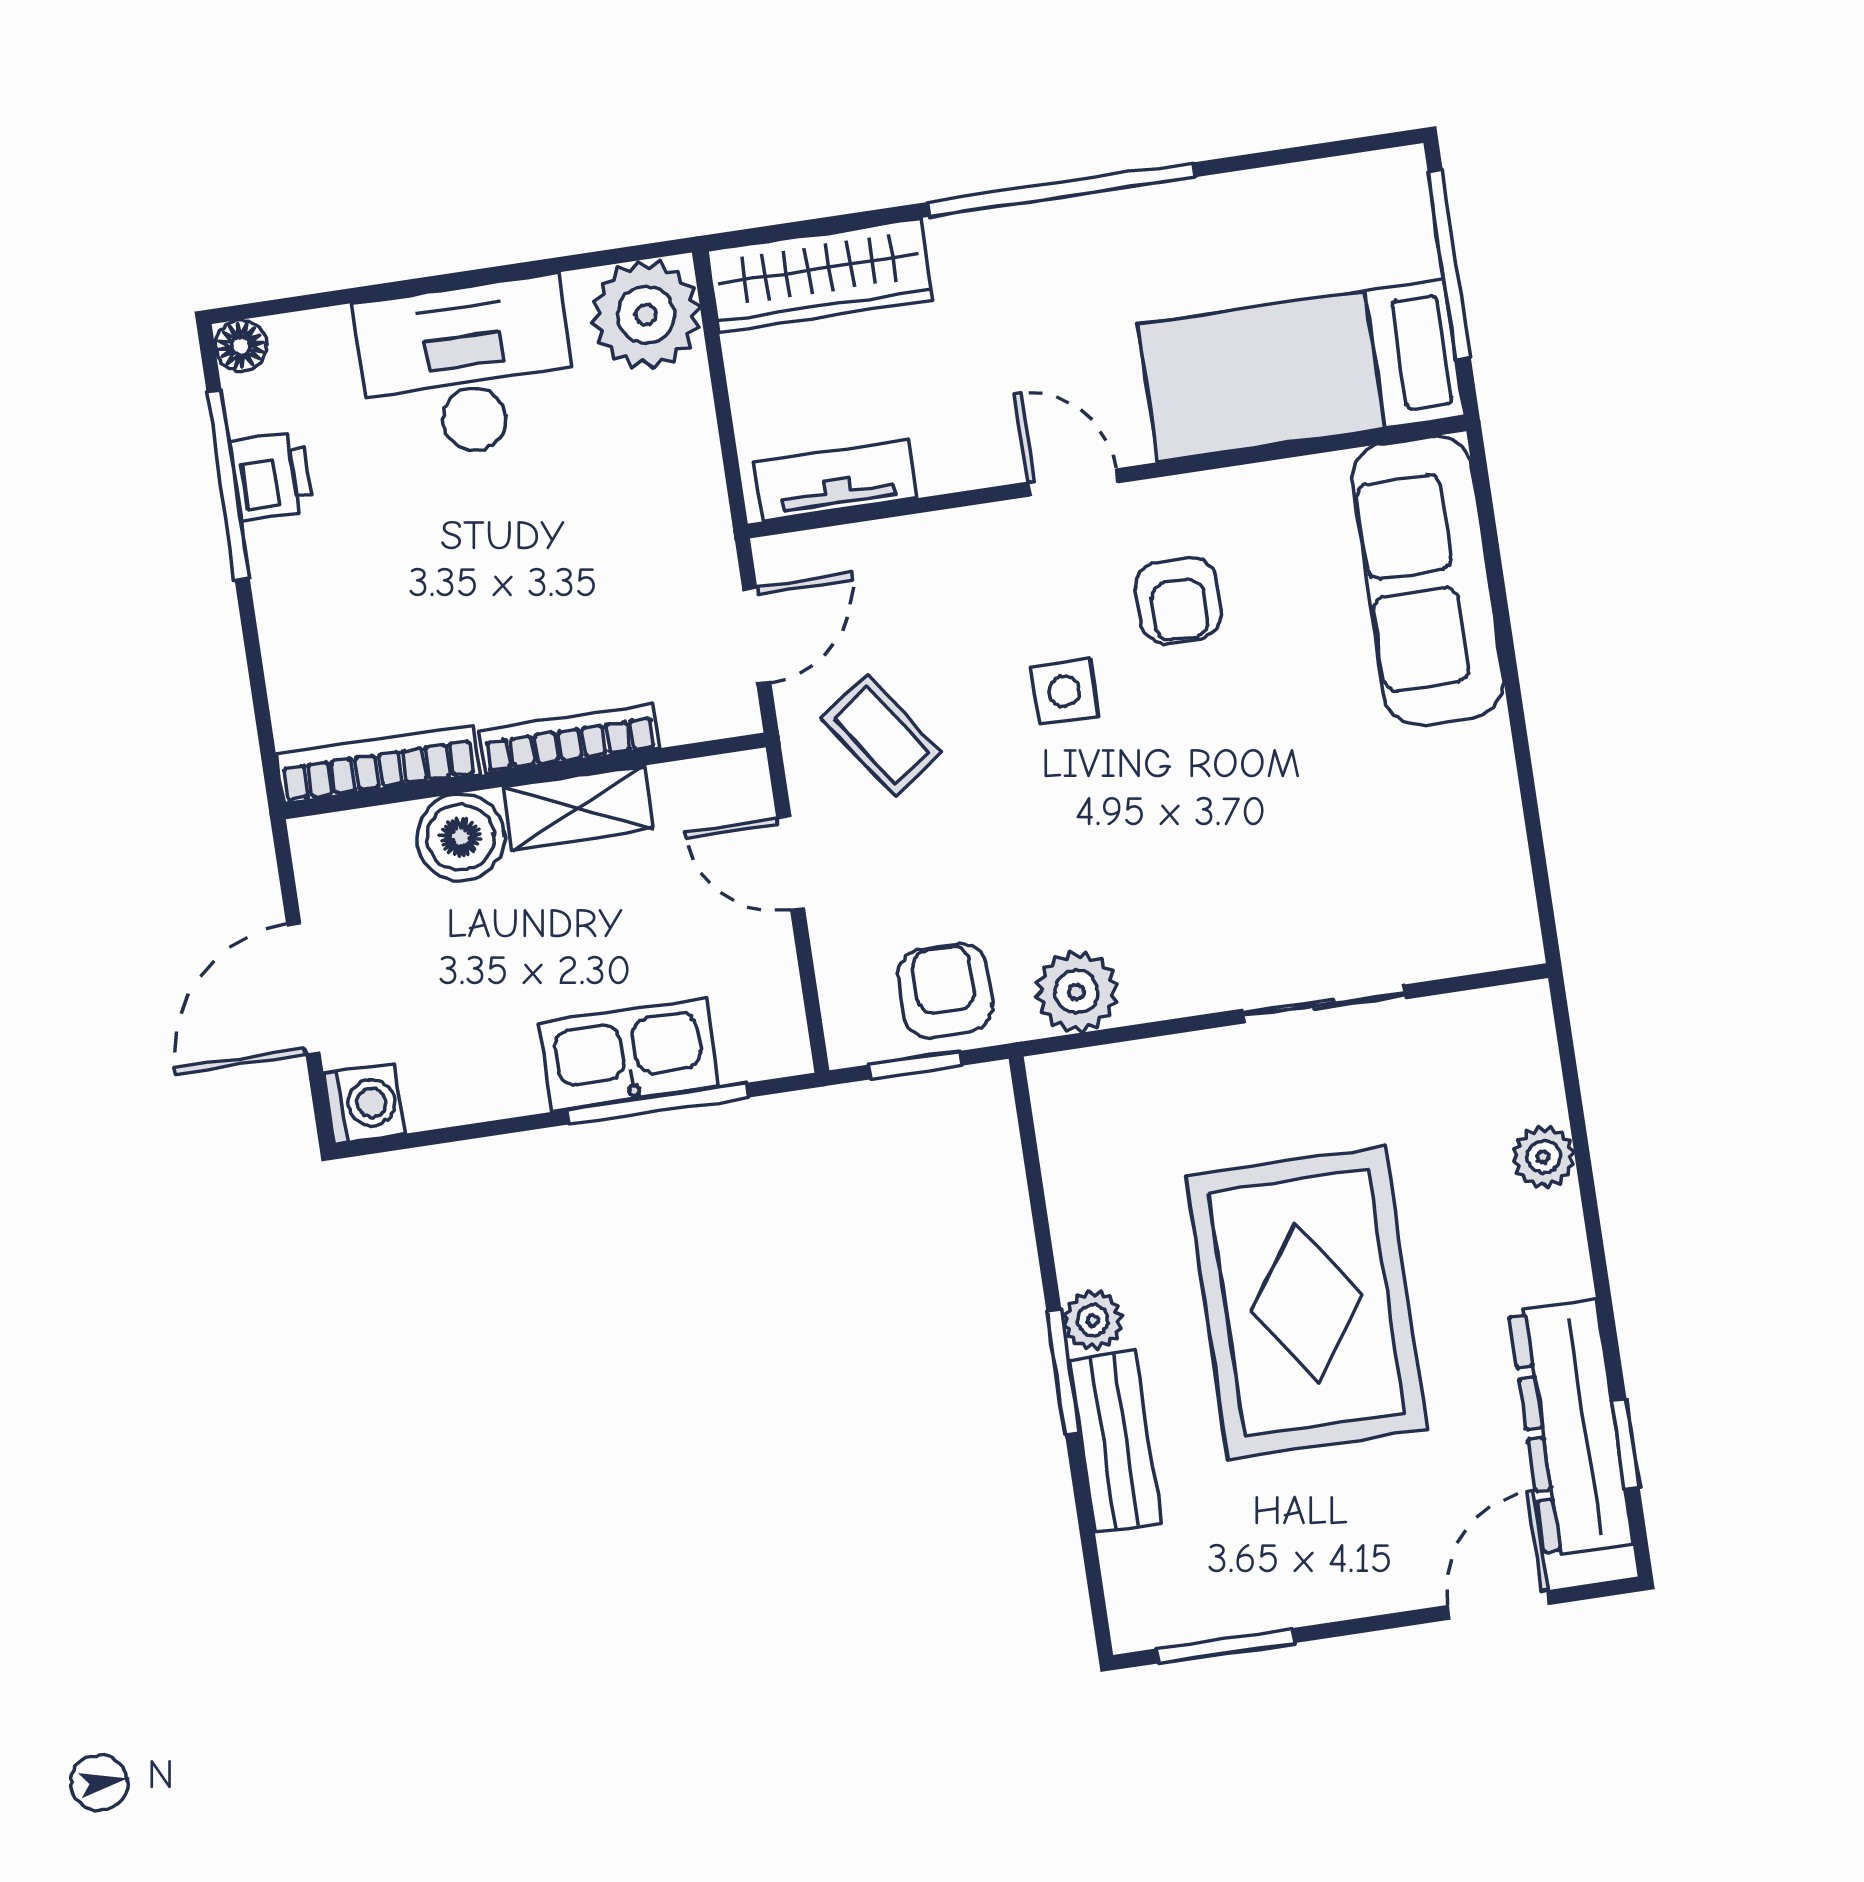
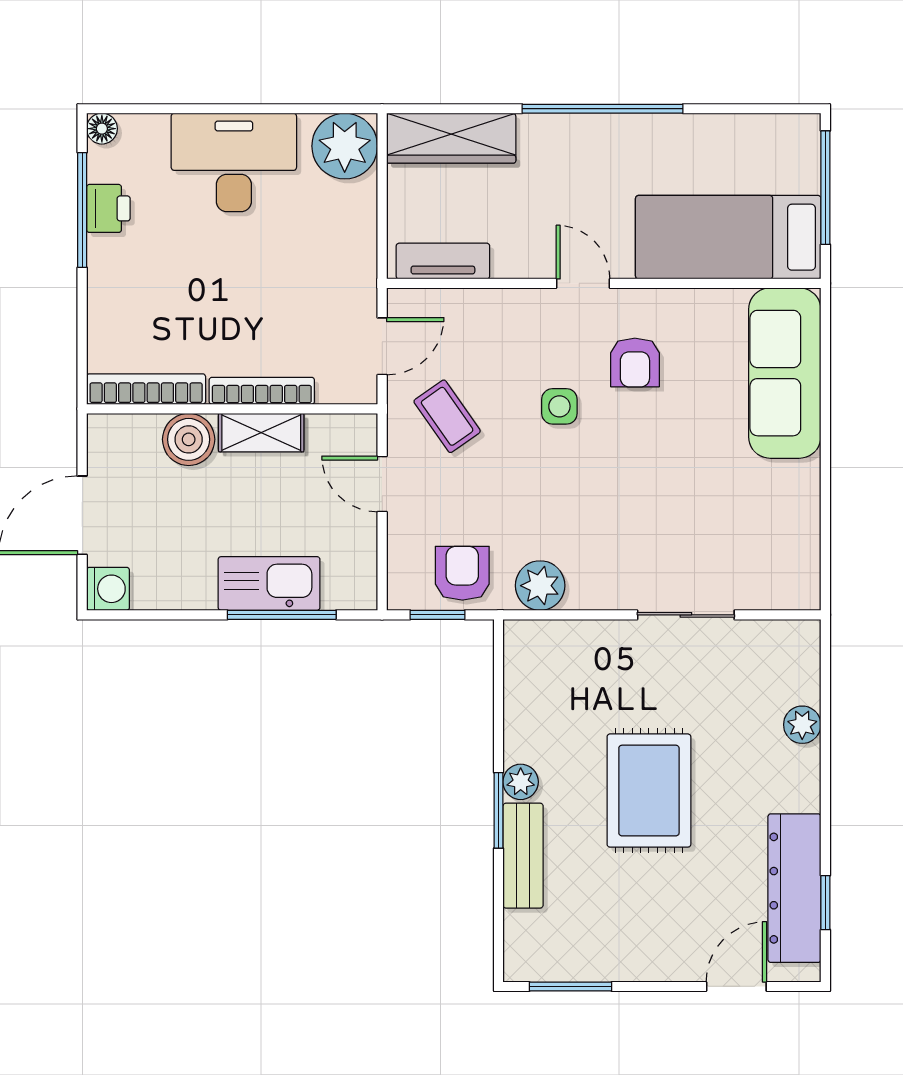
rug: (1307, 1303) -> (649, 791), width x0.73, depth x0.69

